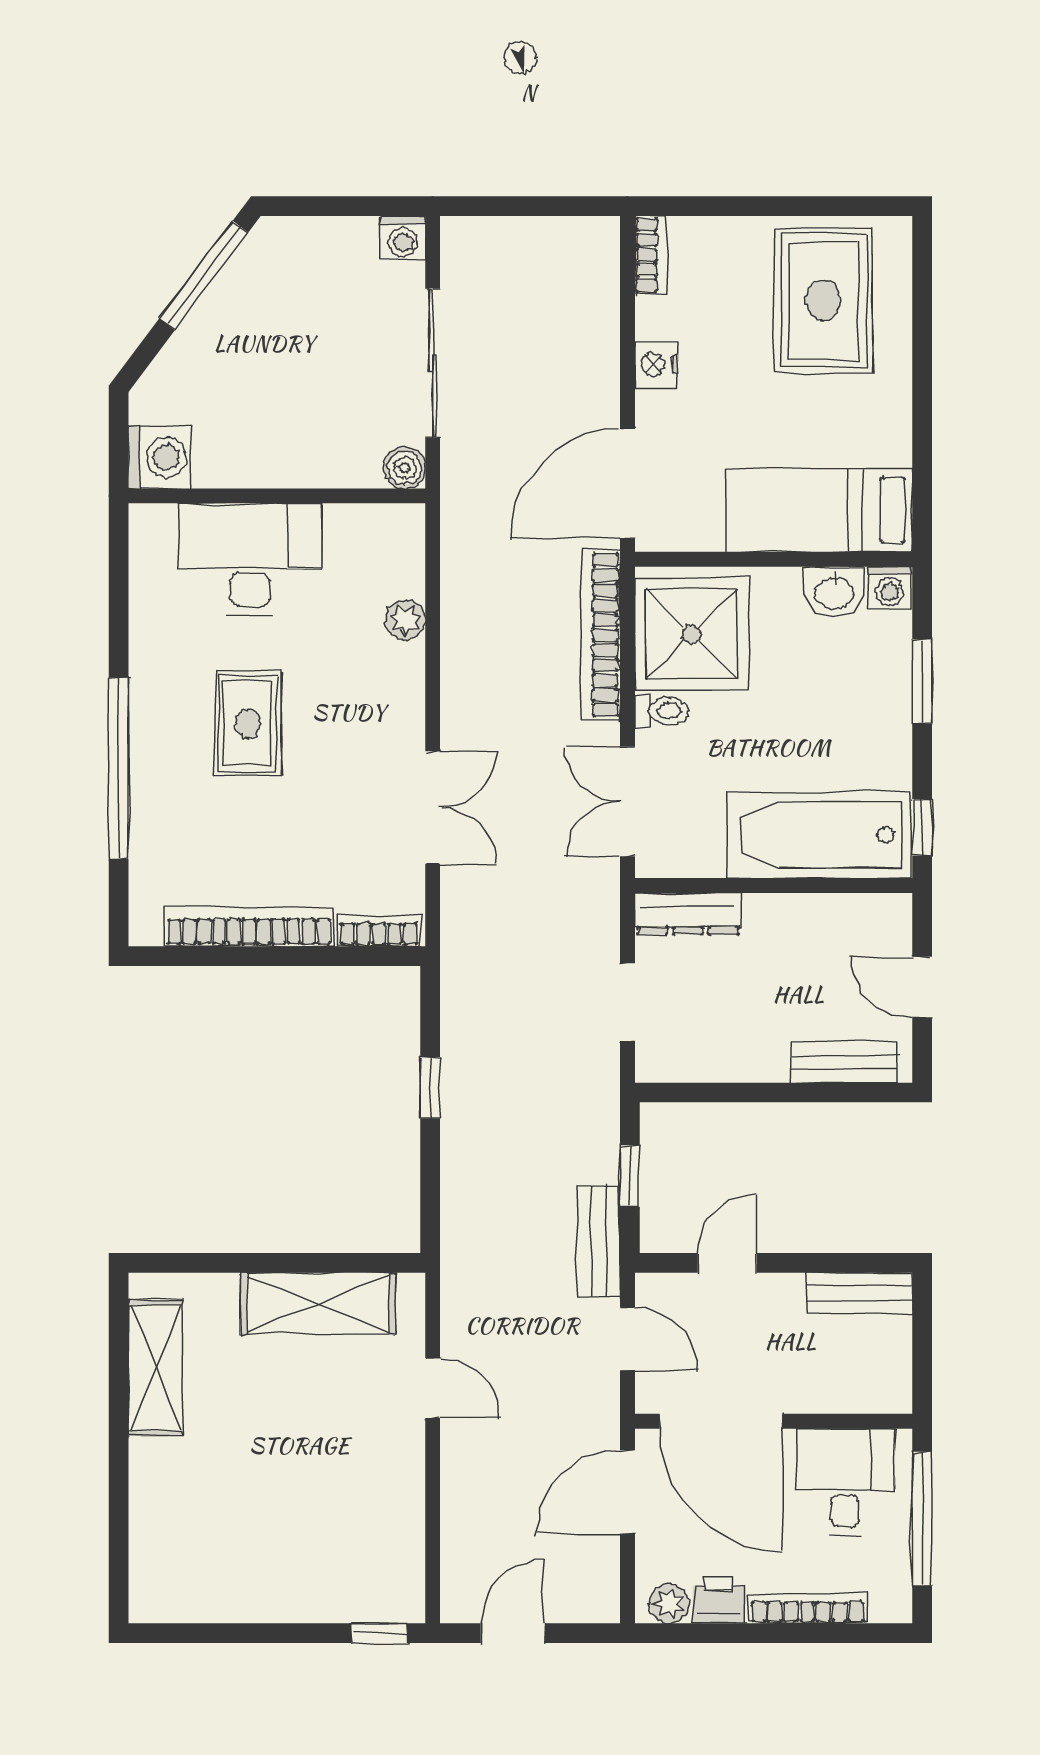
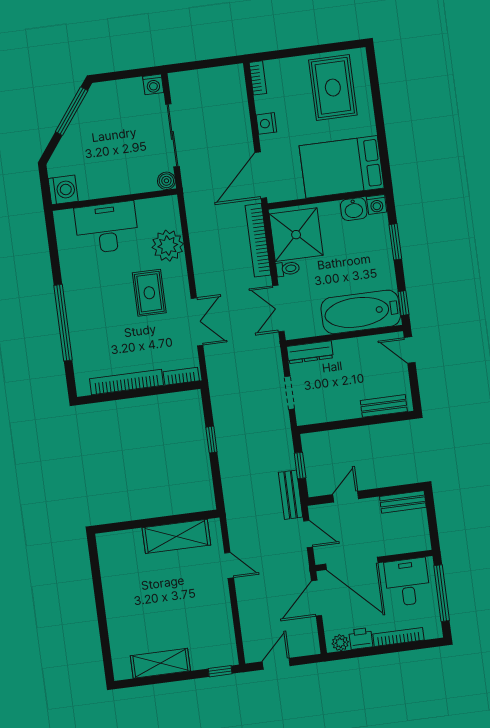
bed: (819, 510) -> (342, 167), width x1.50
plant: (405, 620) -> (168, 246), width x1.88, depth x1.88
rug: (248, 724) -> (149, 293), moved
door: (922, 987) -> (410, 350), moved
shelving: (155, 1368) -> (160, 663), moved, turned 90

